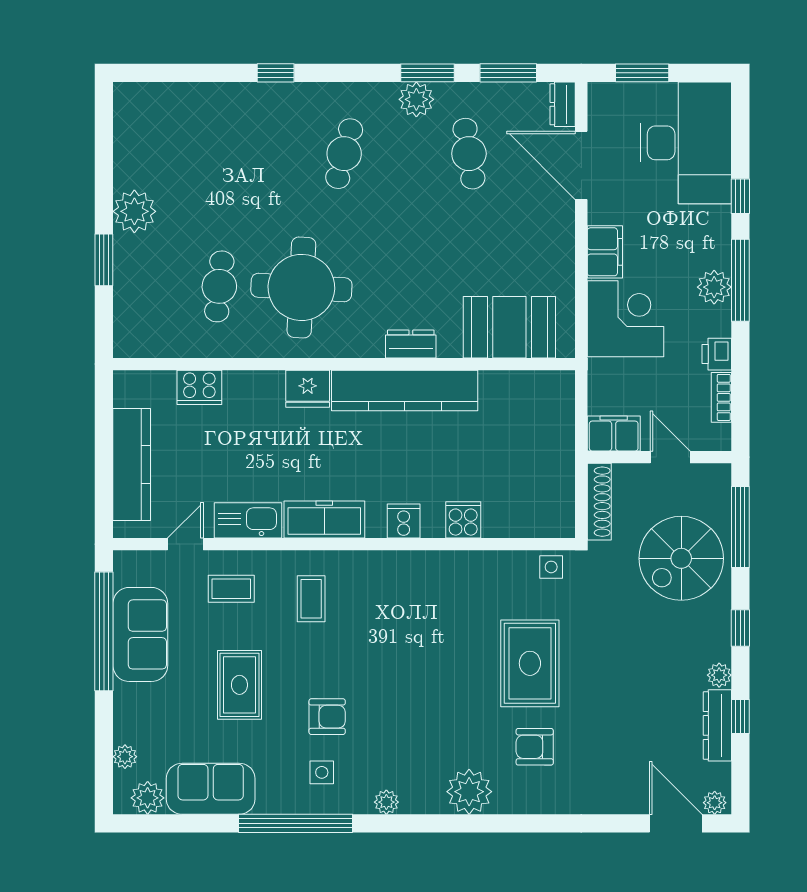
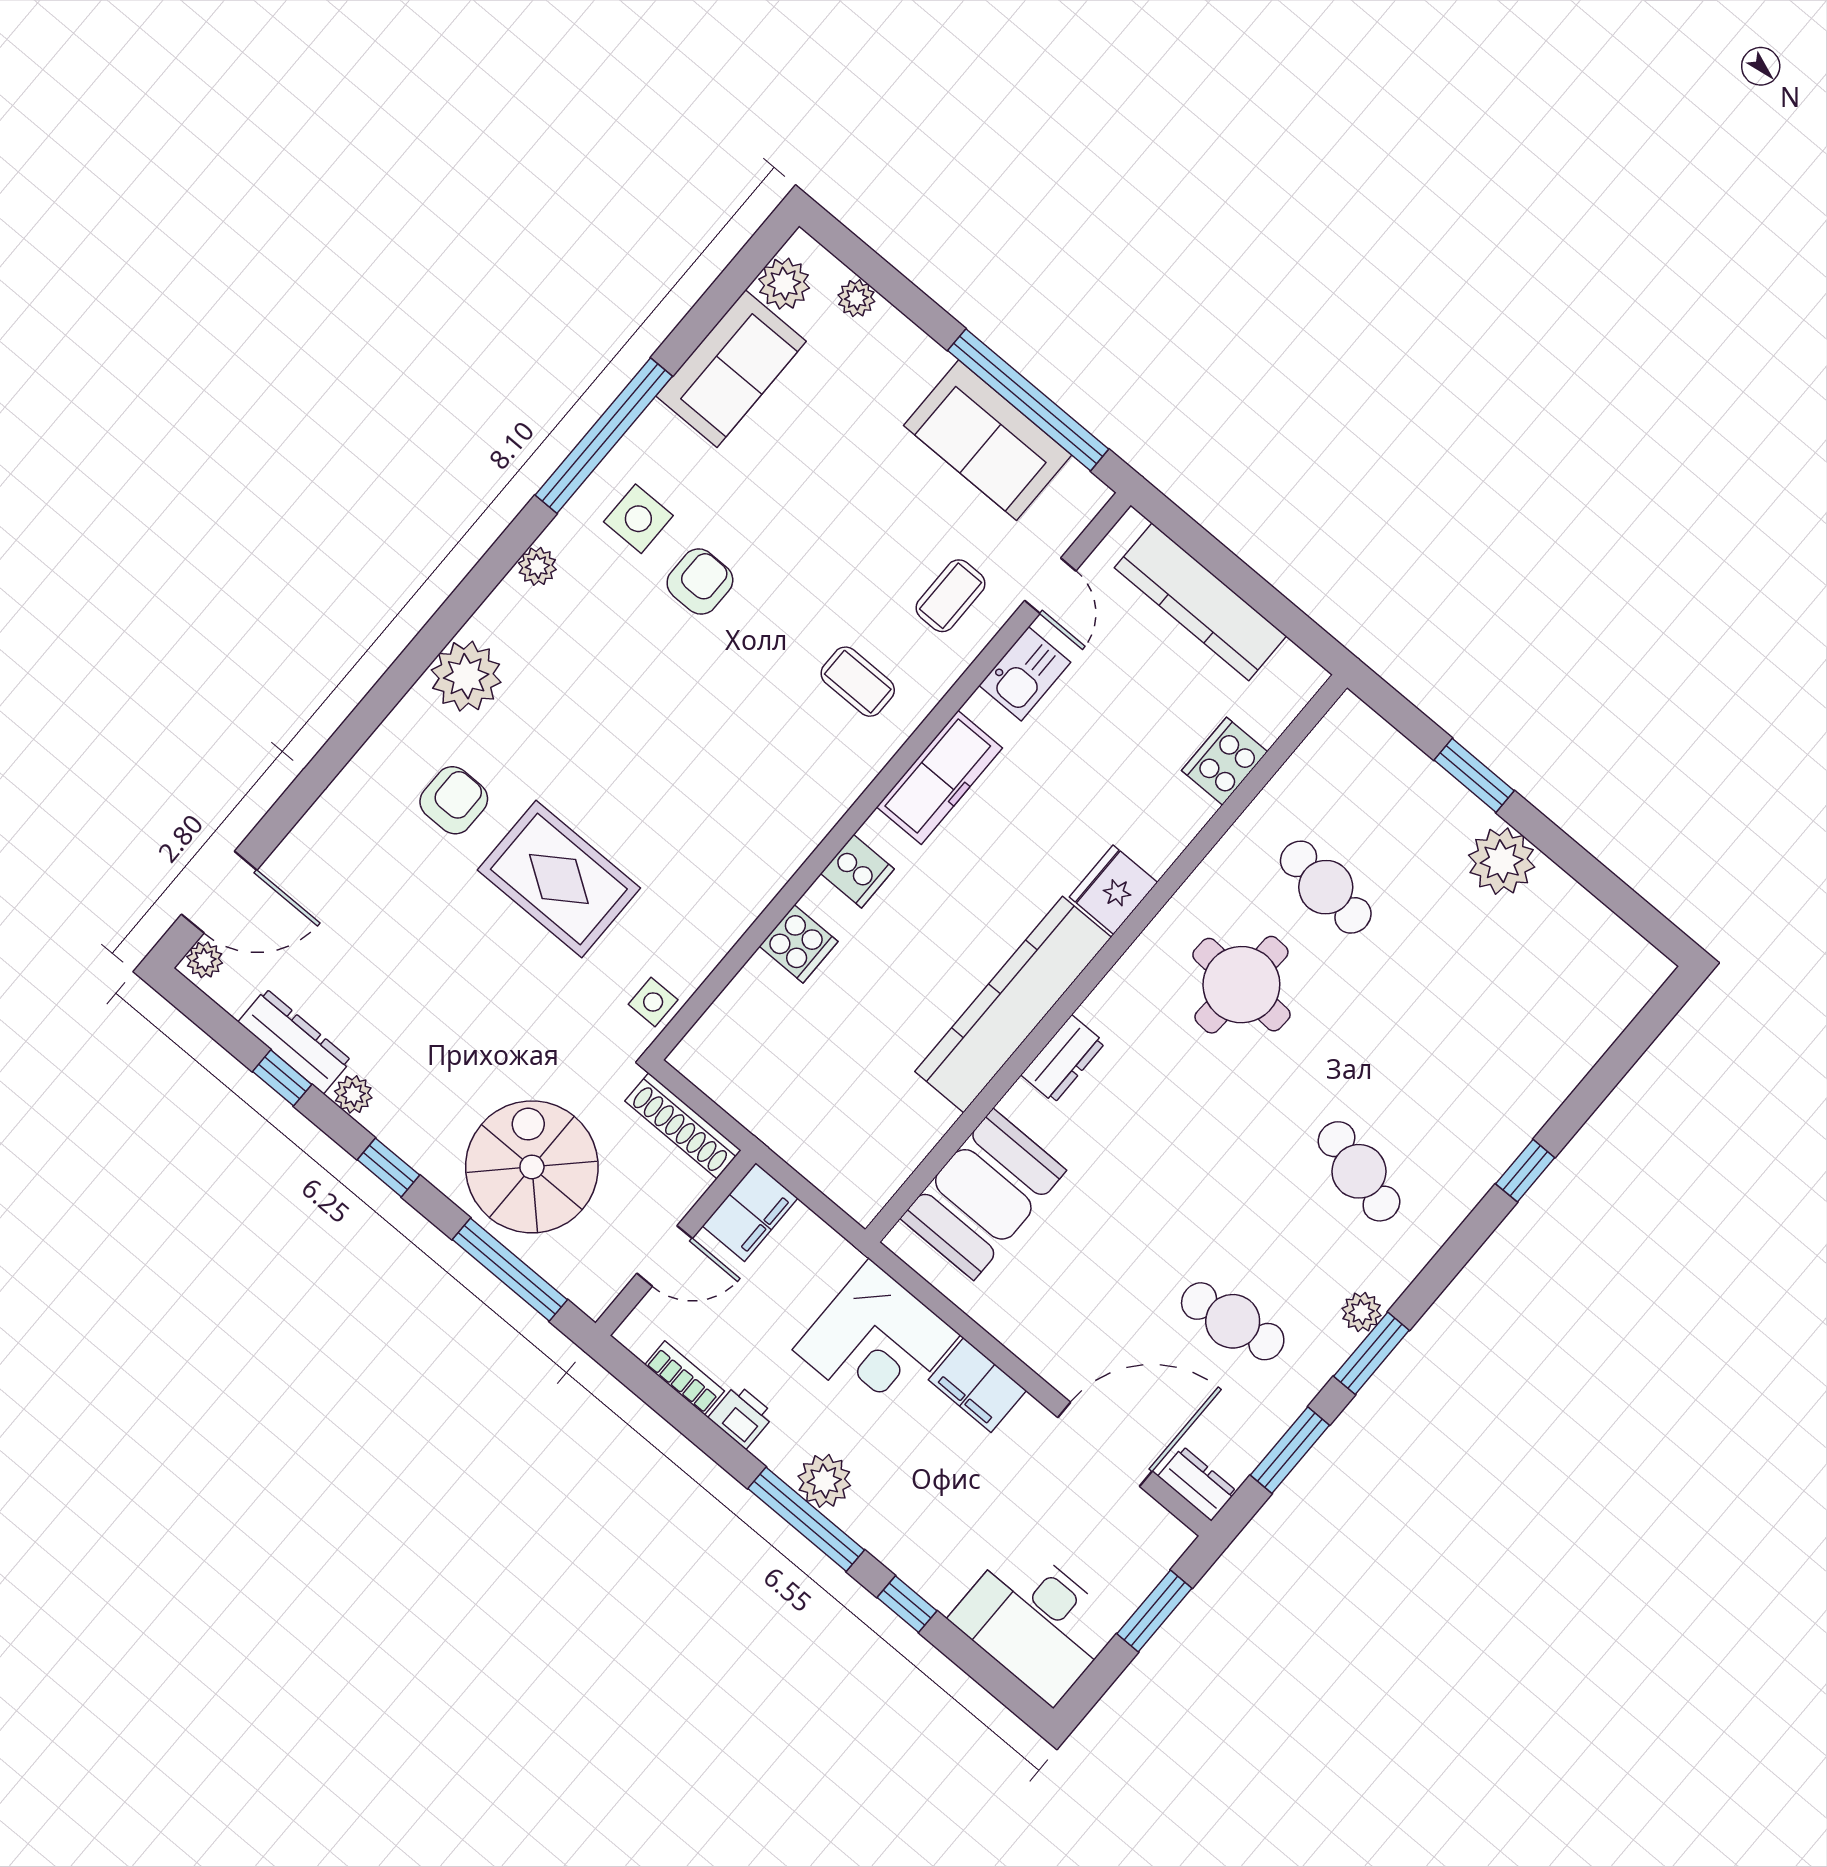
plant: (416, 99) -> (1362, 1312), width x0.73, depth x0.73
desk: (686, 143) -> (1035, 1622), width x0.73, depth x0.77
round table: (301, 287) -> (1241, 985), width x0.73, depth x0.73
kitchen sink: (248, 520) -> (1025, 674), width x0.73
rug: (239, 685) -> (827, 508), removed
armchair: (327, 717) -> (700, 582), turned 180
side table: (322, 772) -> (638, 519), width x1.37, depth x1.37

